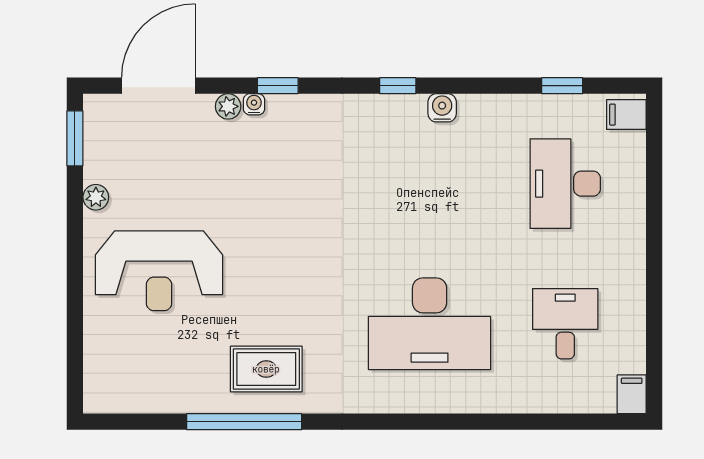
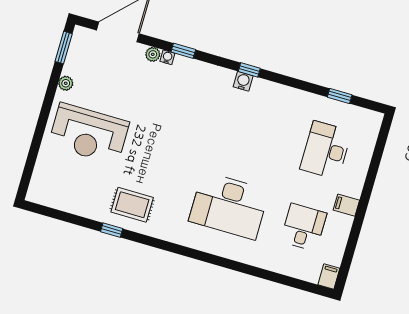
water cooler: (442, 108) -> (243, 81), moved
filing cabinet: (626, 115) -> (346, 205), moved
window: (244, 422) -> (112, 230), width x0.32

